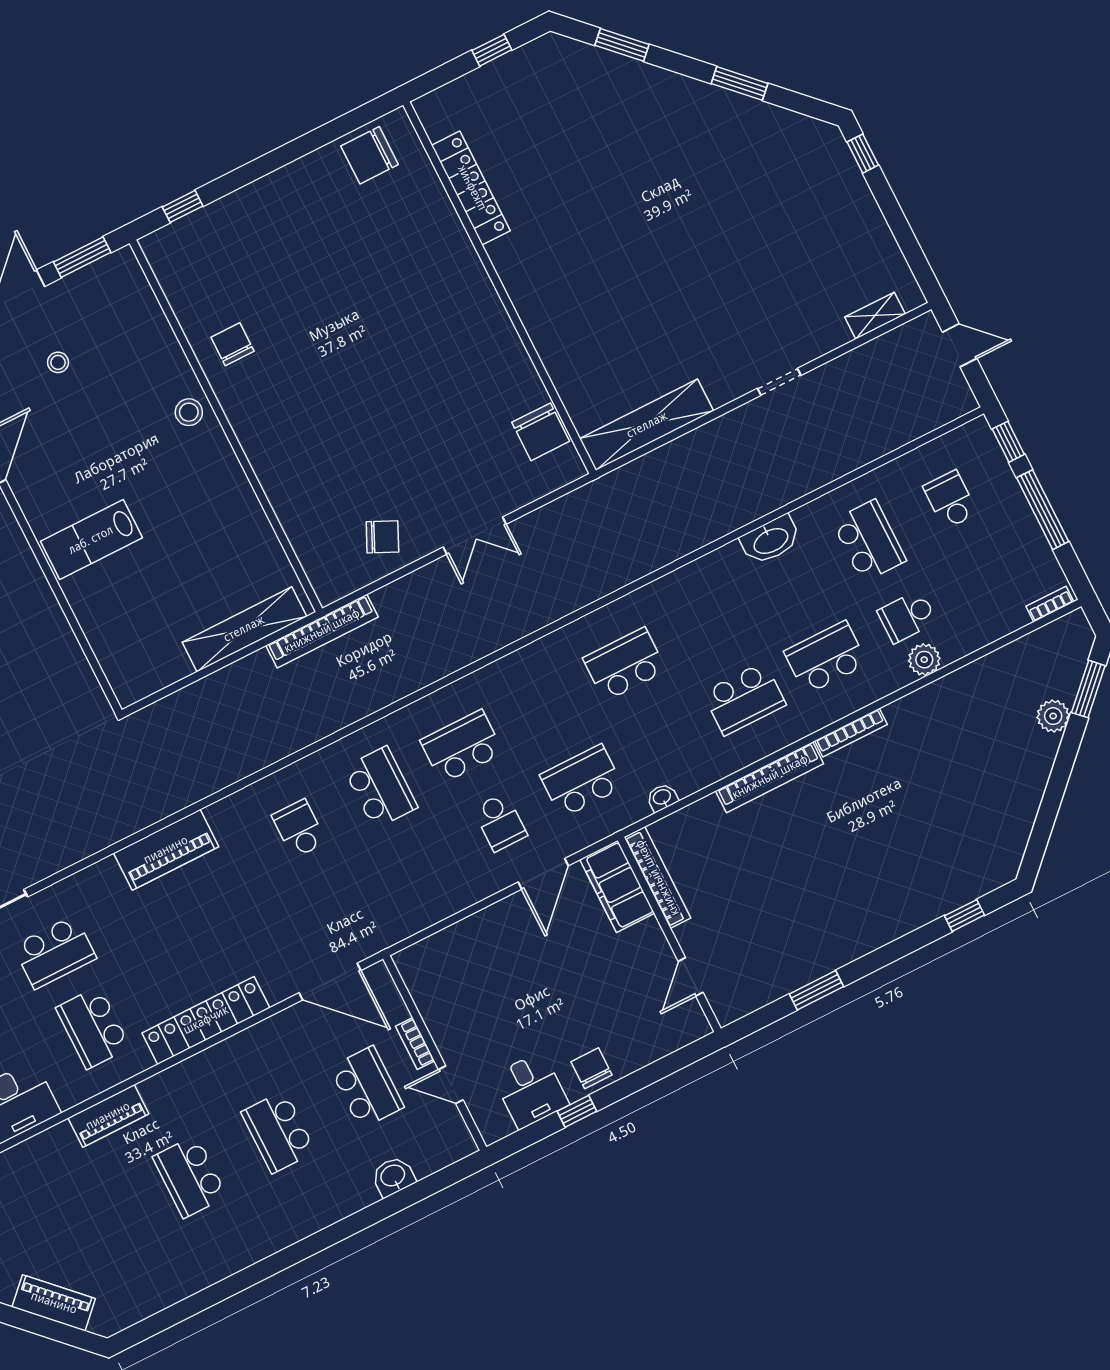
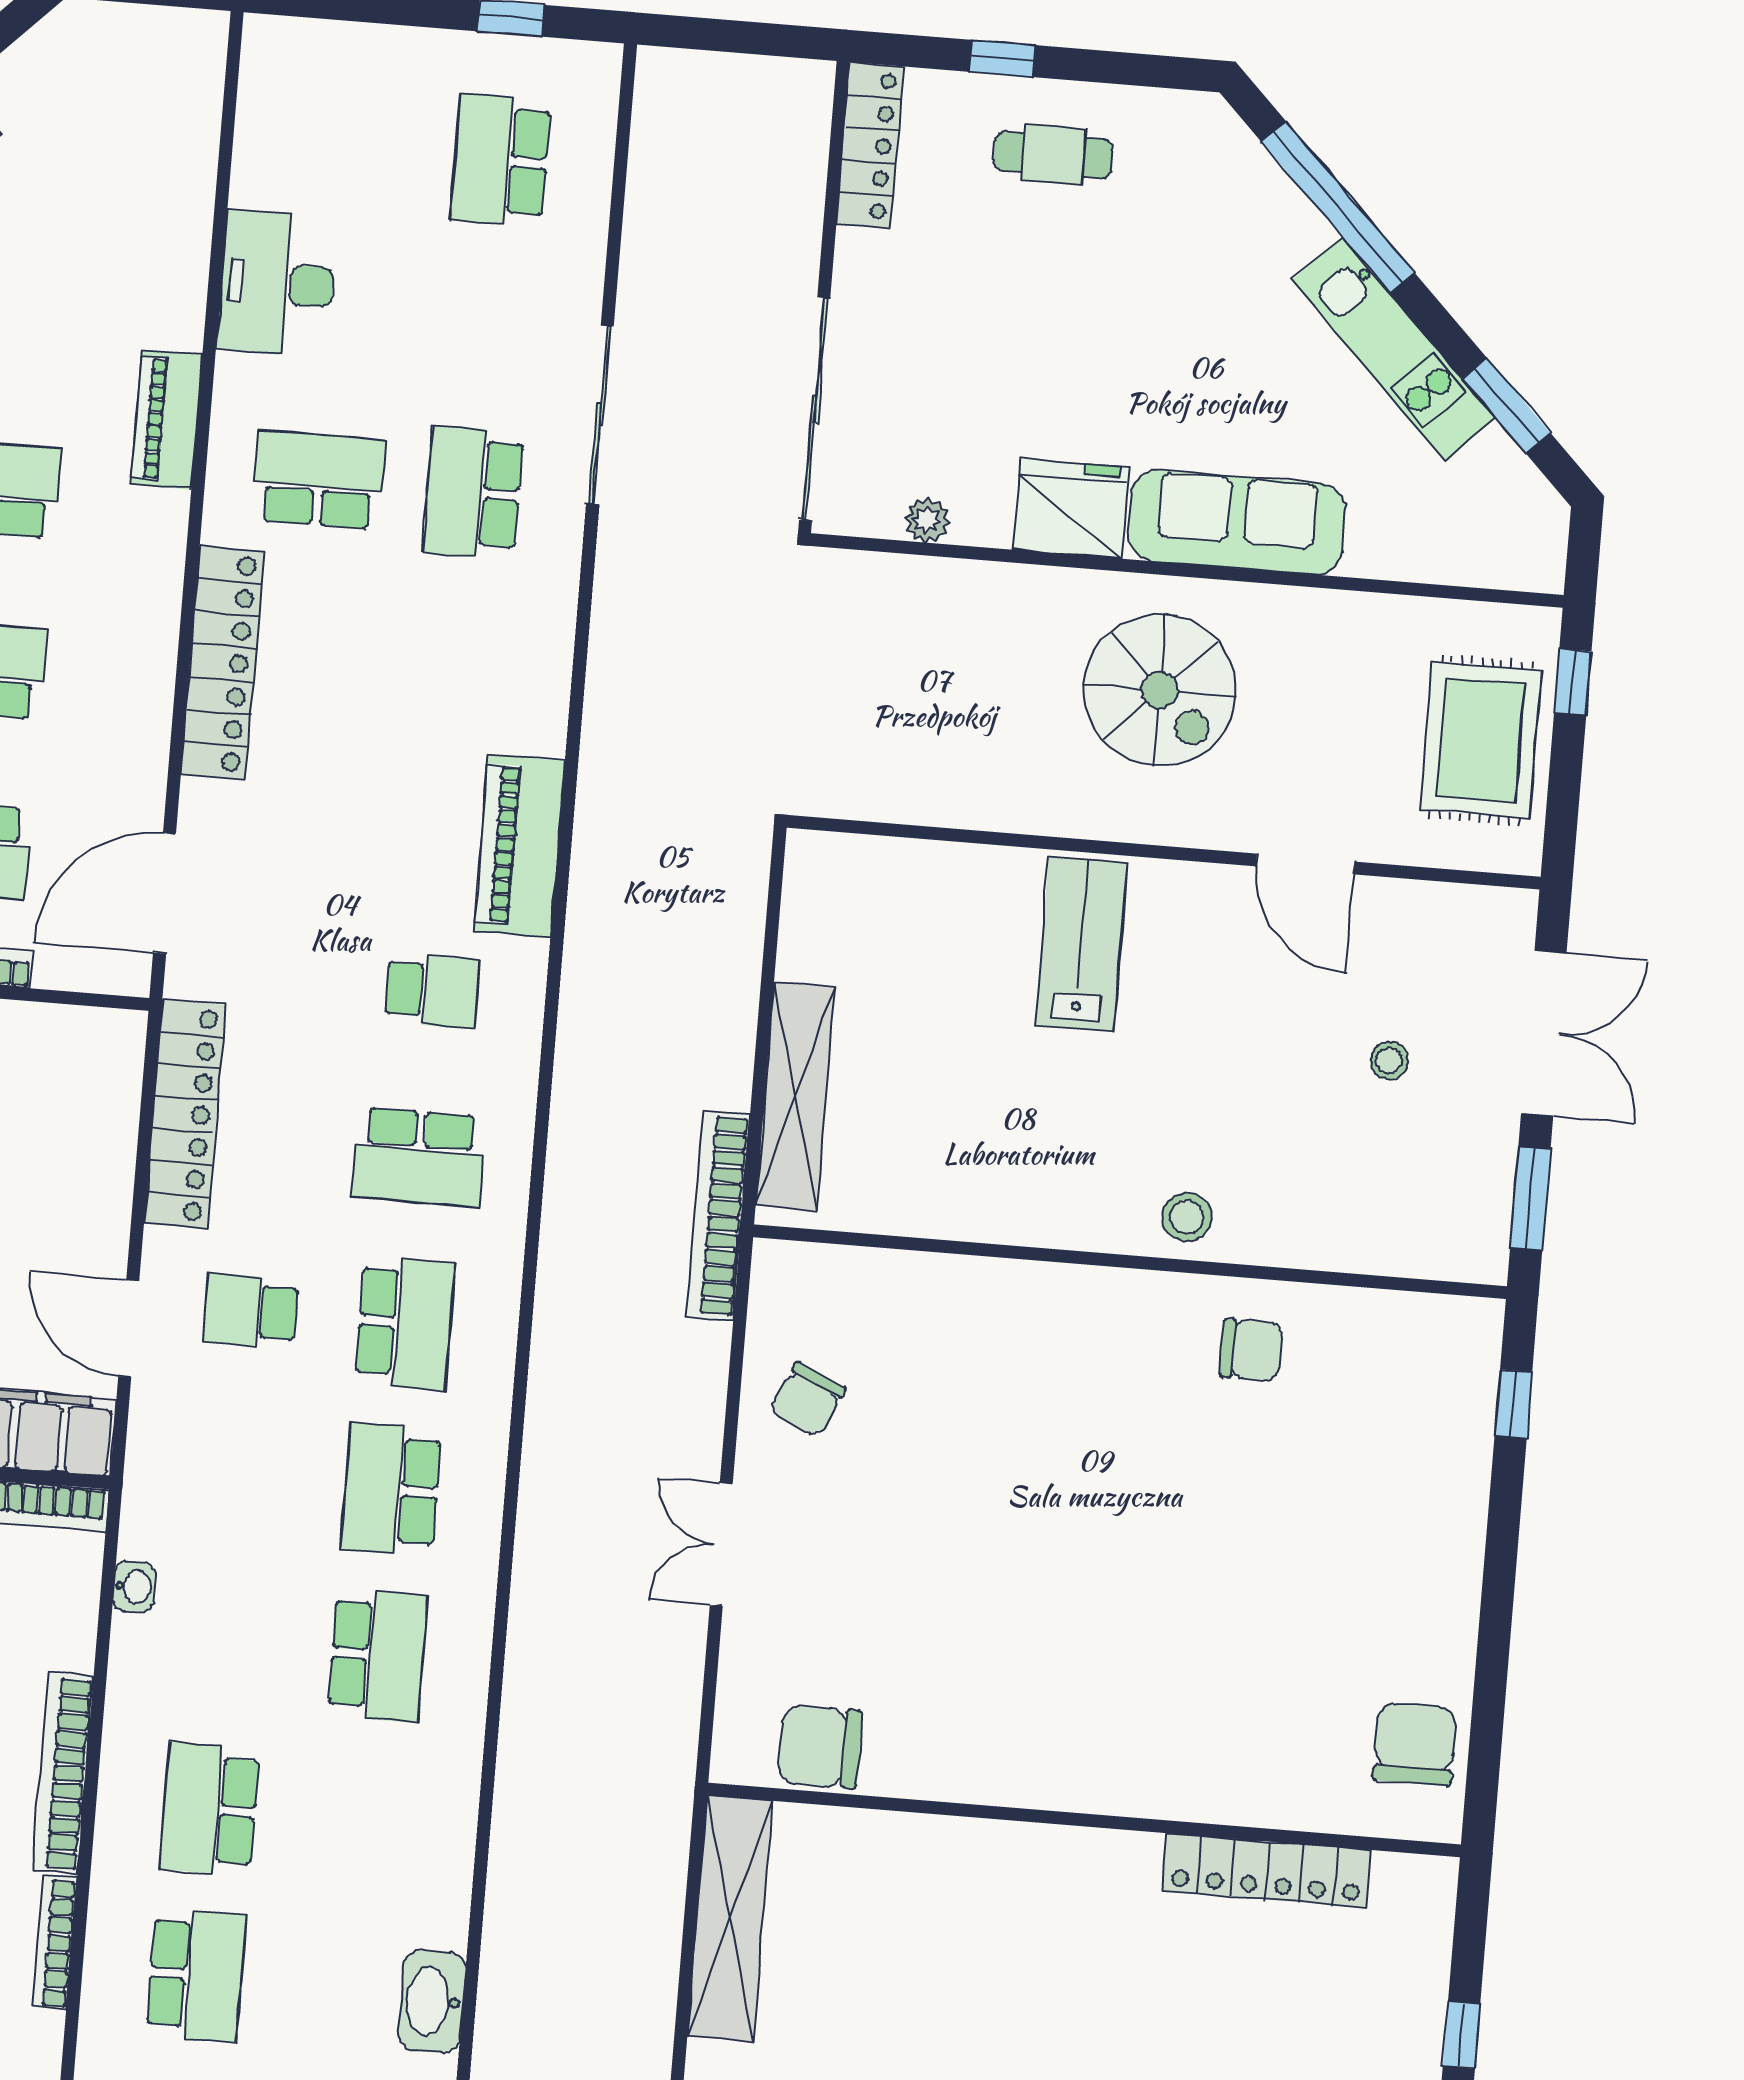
school desk: (581, 781) -> (391, 1489), moved, turned 180
piano: (166, 850) -> (520, 846), moved
locker: (427, 909) -> (185, 1114), added

